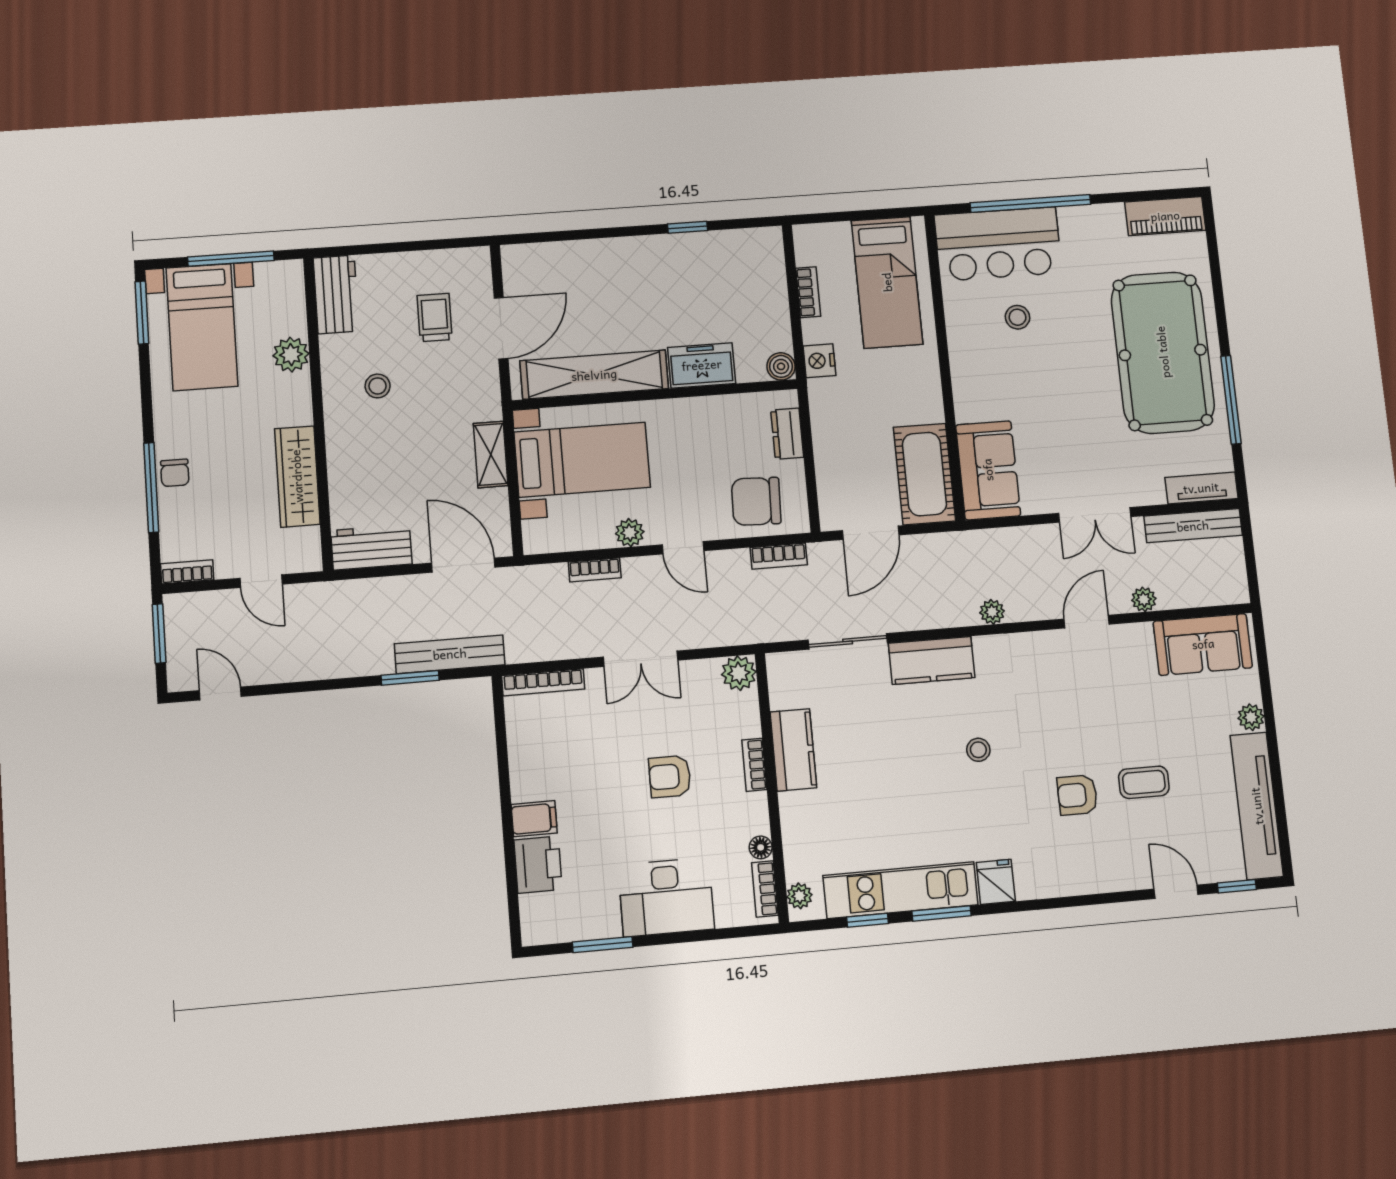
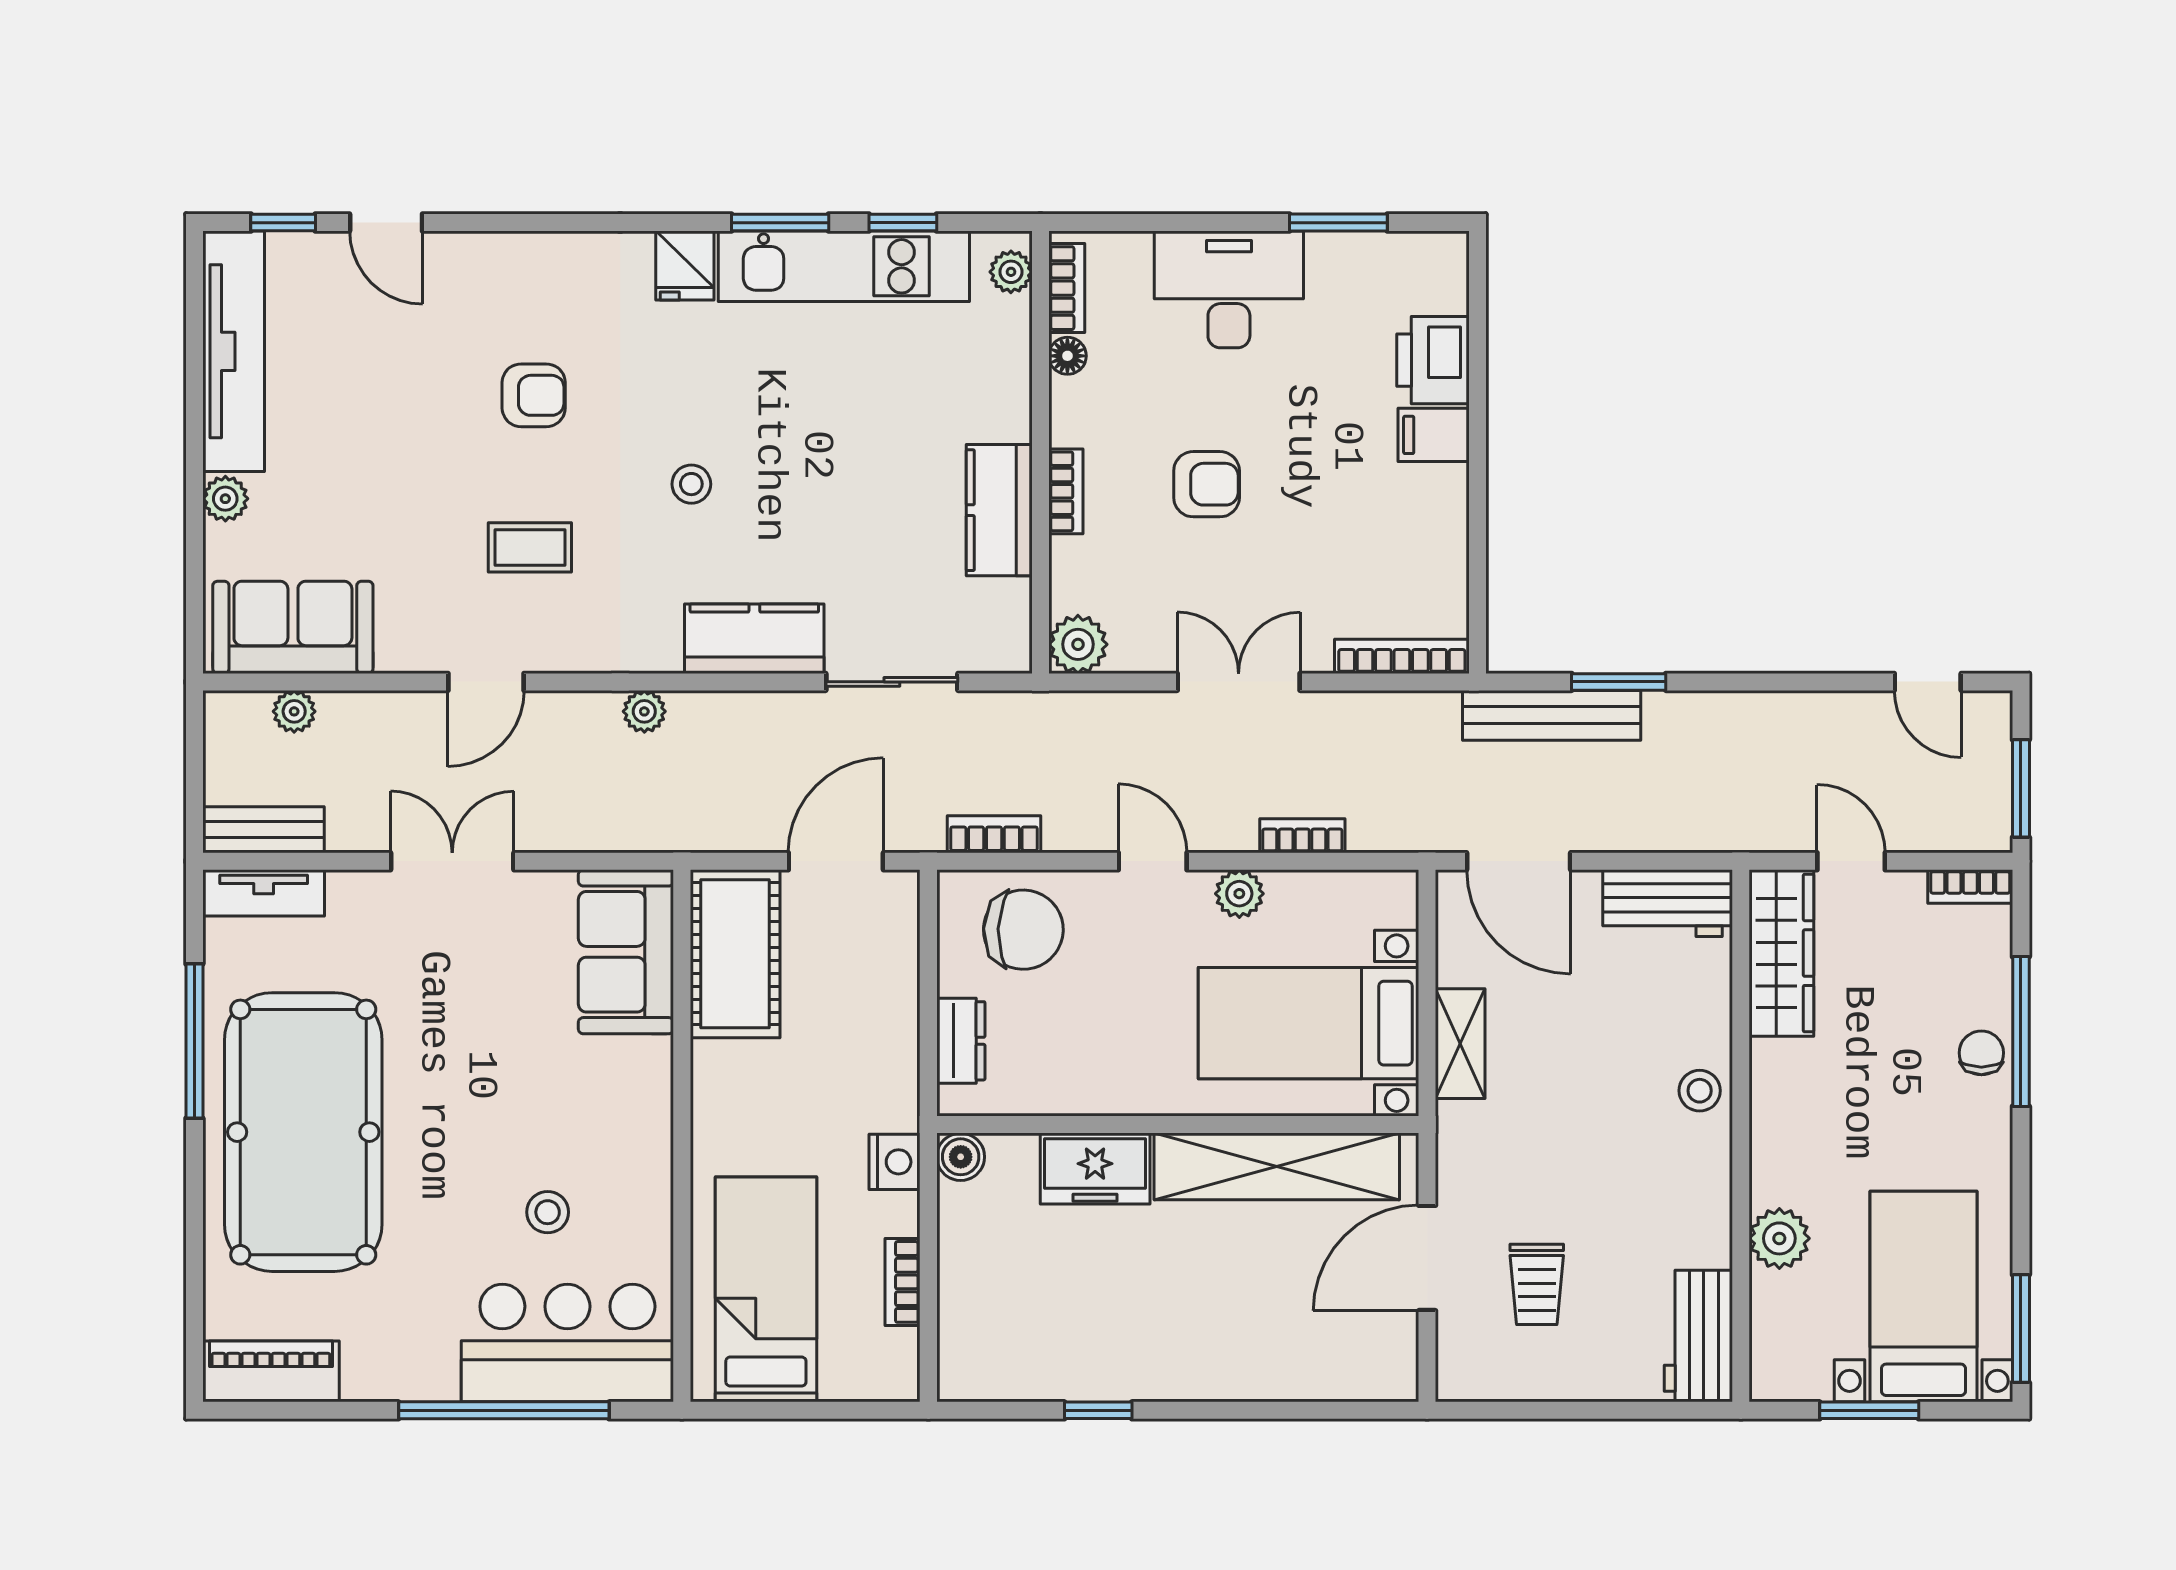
window: (231, 259) -> (1869, 1410), width x0.69
stool: (378, 386) -> (1700, 1091), moved
wardrobe: (297, 476) -> (1781, 953), moved
bench: (1193, 526) -> (263, 830), width x0.73
plant: (1144, 599) -> (294, 711), moved
coffee table: (1144, 782) -> (530, 547), moved

